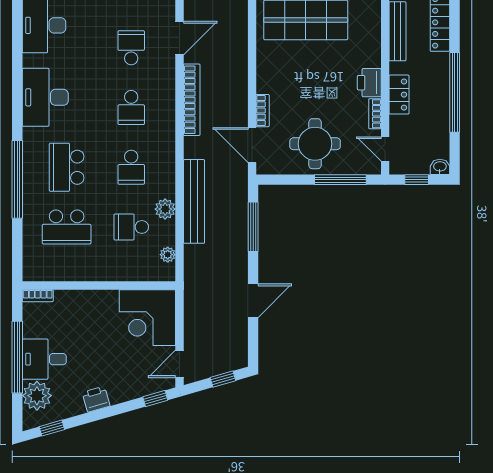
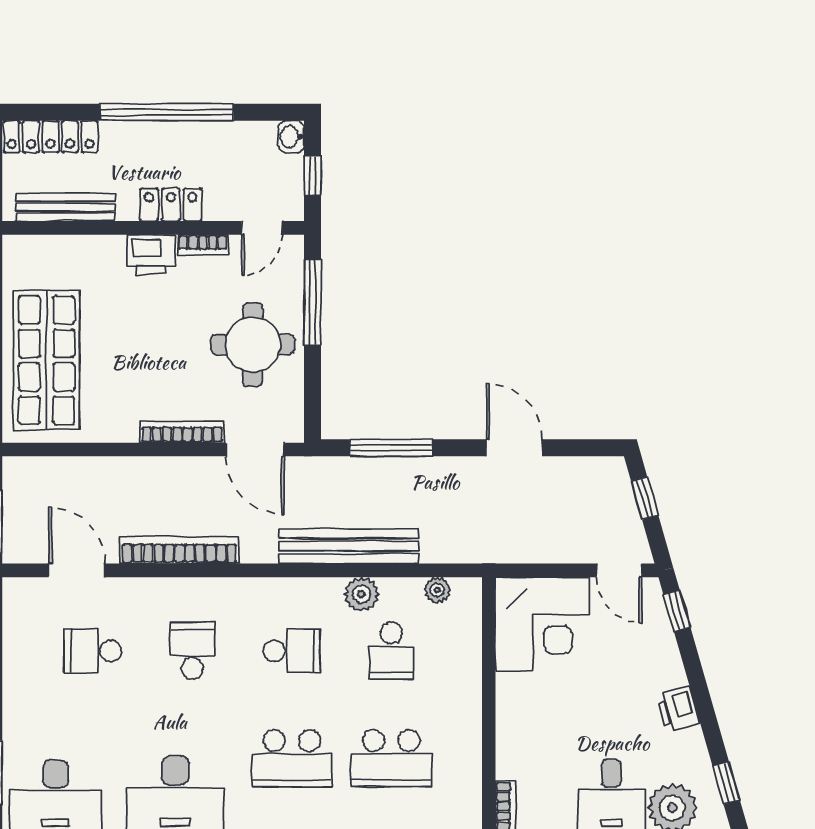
school desk: (131, 107) -> (192, 651), turned -90
bookcase: (263, 111) -> (182, 432), width x1.56
door: (252, 145) -> (255, 449), hinge flipped
school desk: (67, 227) -> (391, 758), turned 90

